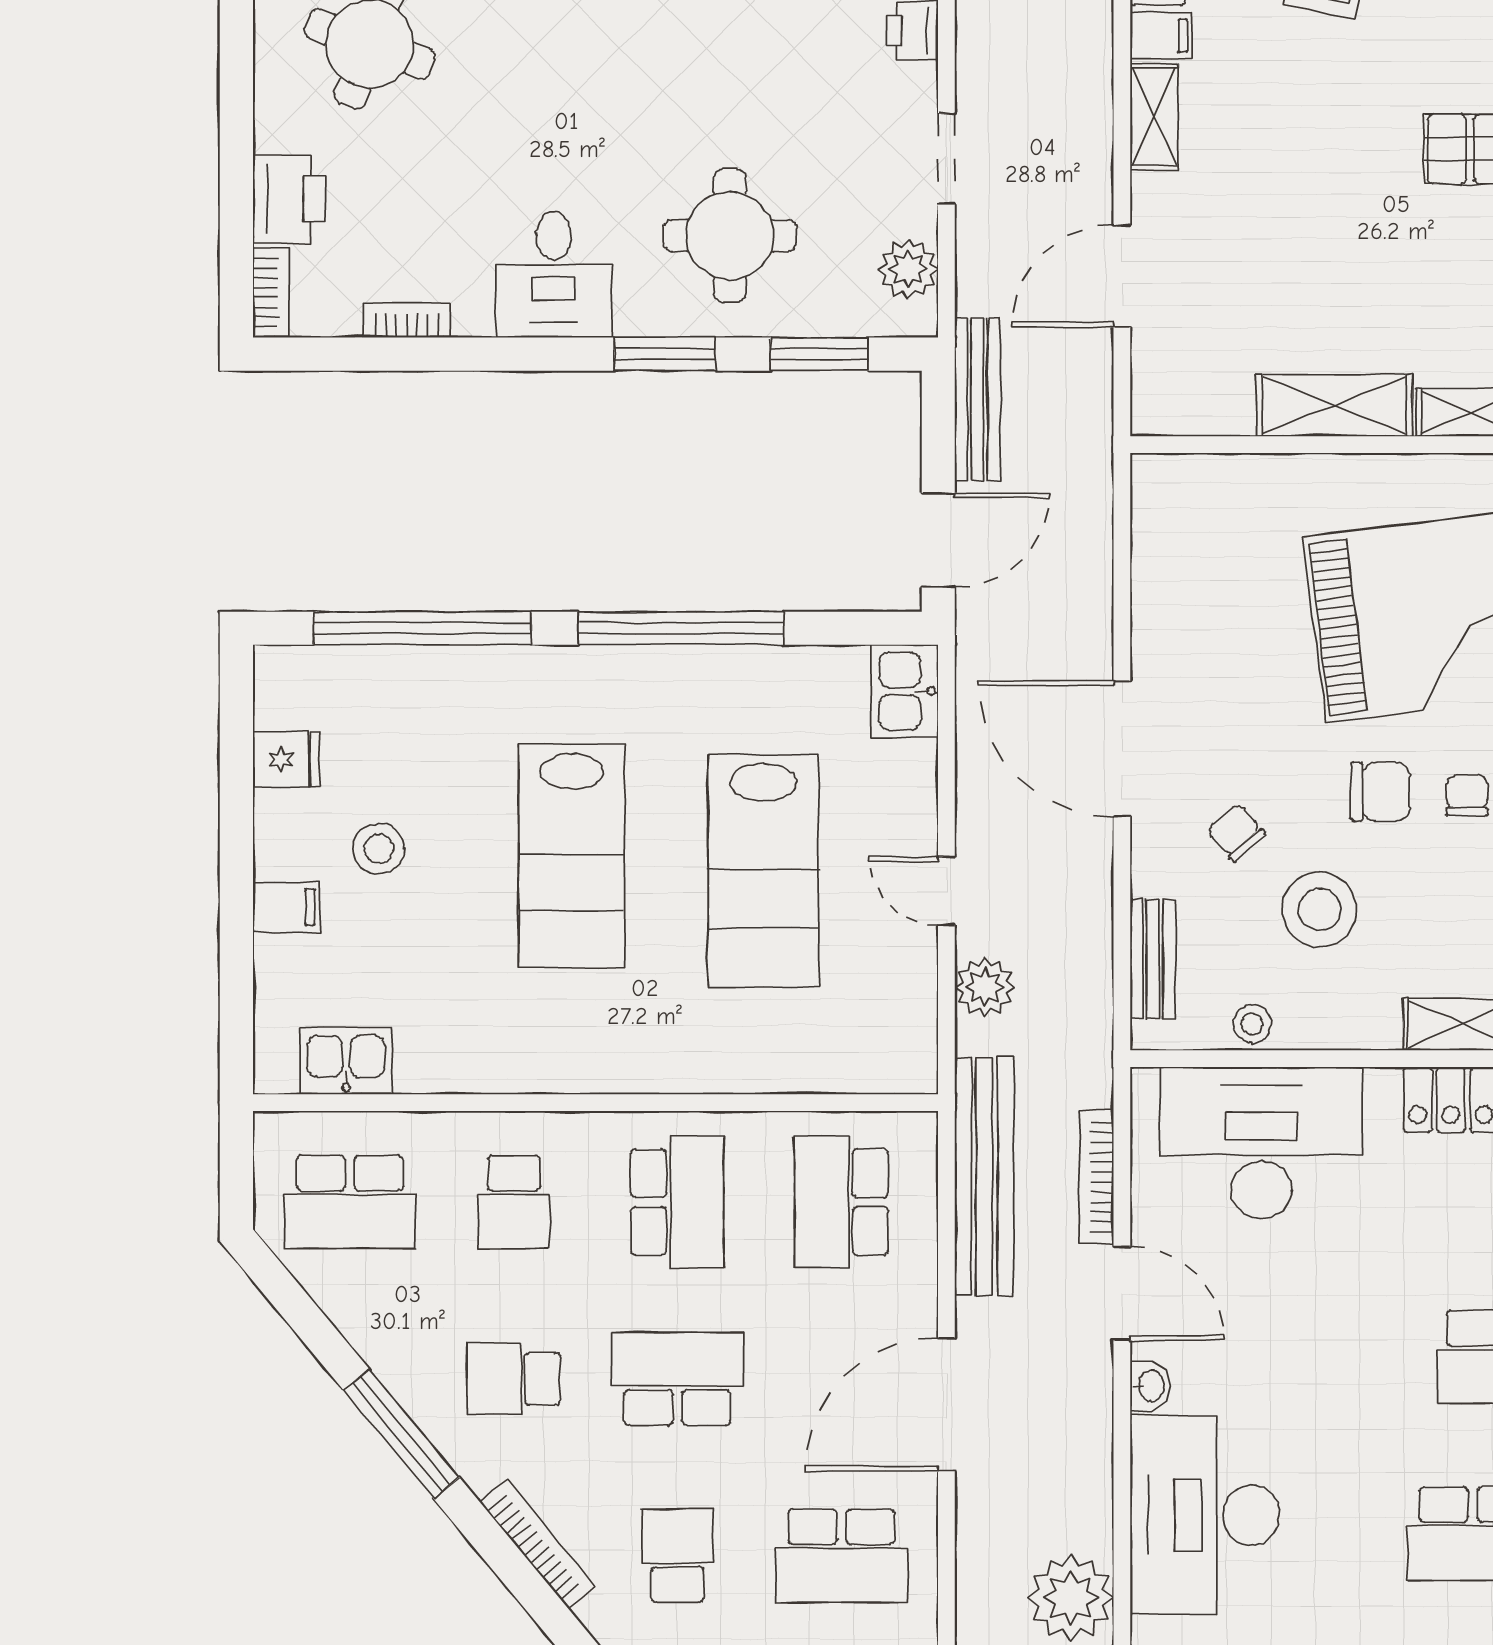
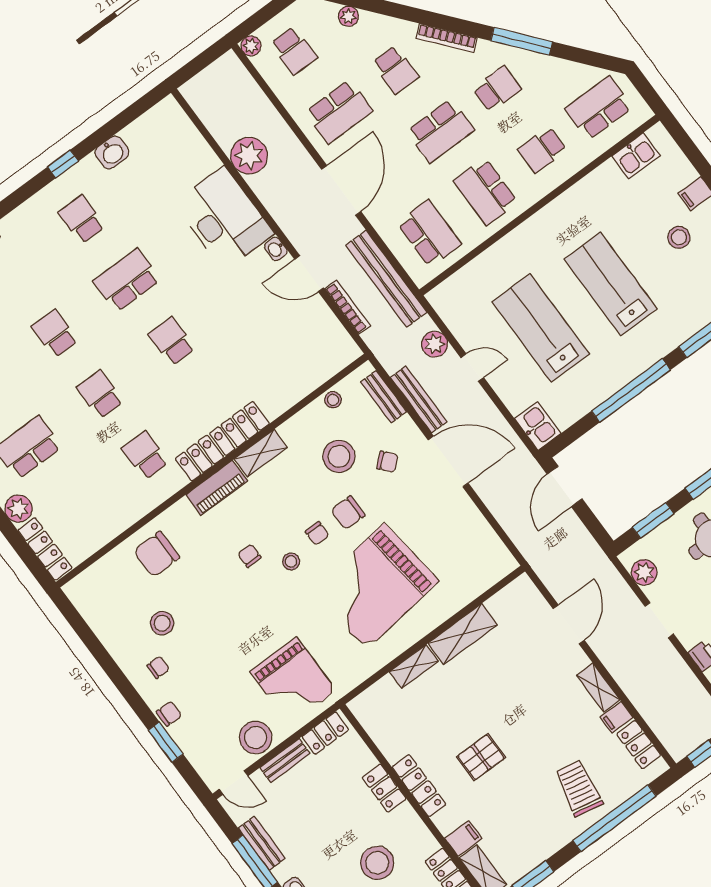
bench: (977, 400) -> (419, 399), moved
desk: (1261, 1143) -> (299, 361), removed
school desk: (514, 1202) -> (542, 150), turned -90
school desk: (841, 1556) -> (339, 112), turned 180

